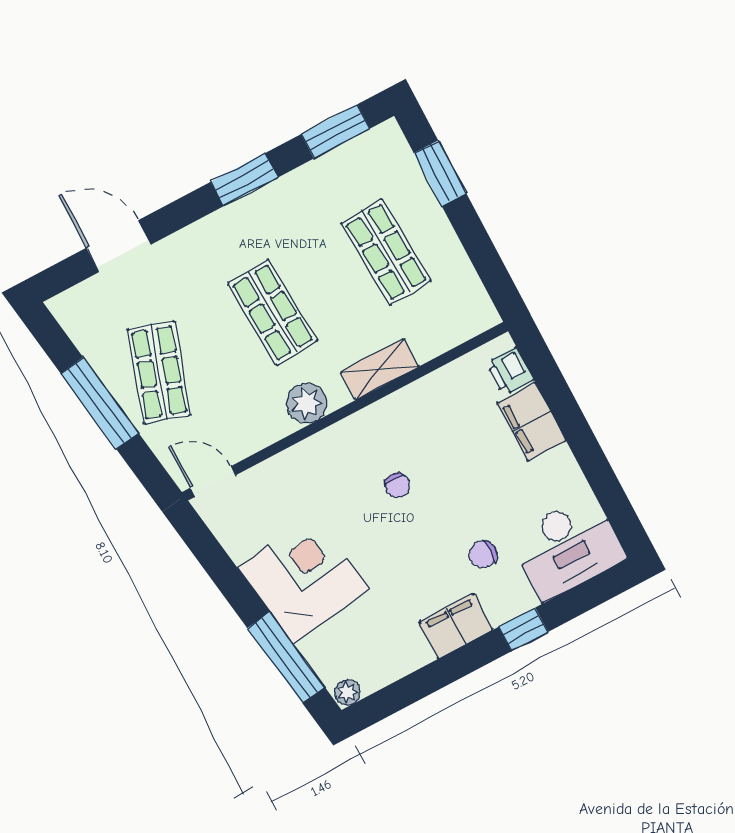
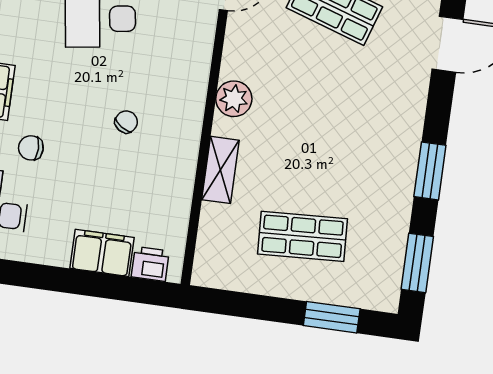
shop shelf: (273, 312) -> (318, 122), removed
chair: (398, 485) -> (126, 122), turned 124
chair: (483, 554) -> (31, 148), turned -90

